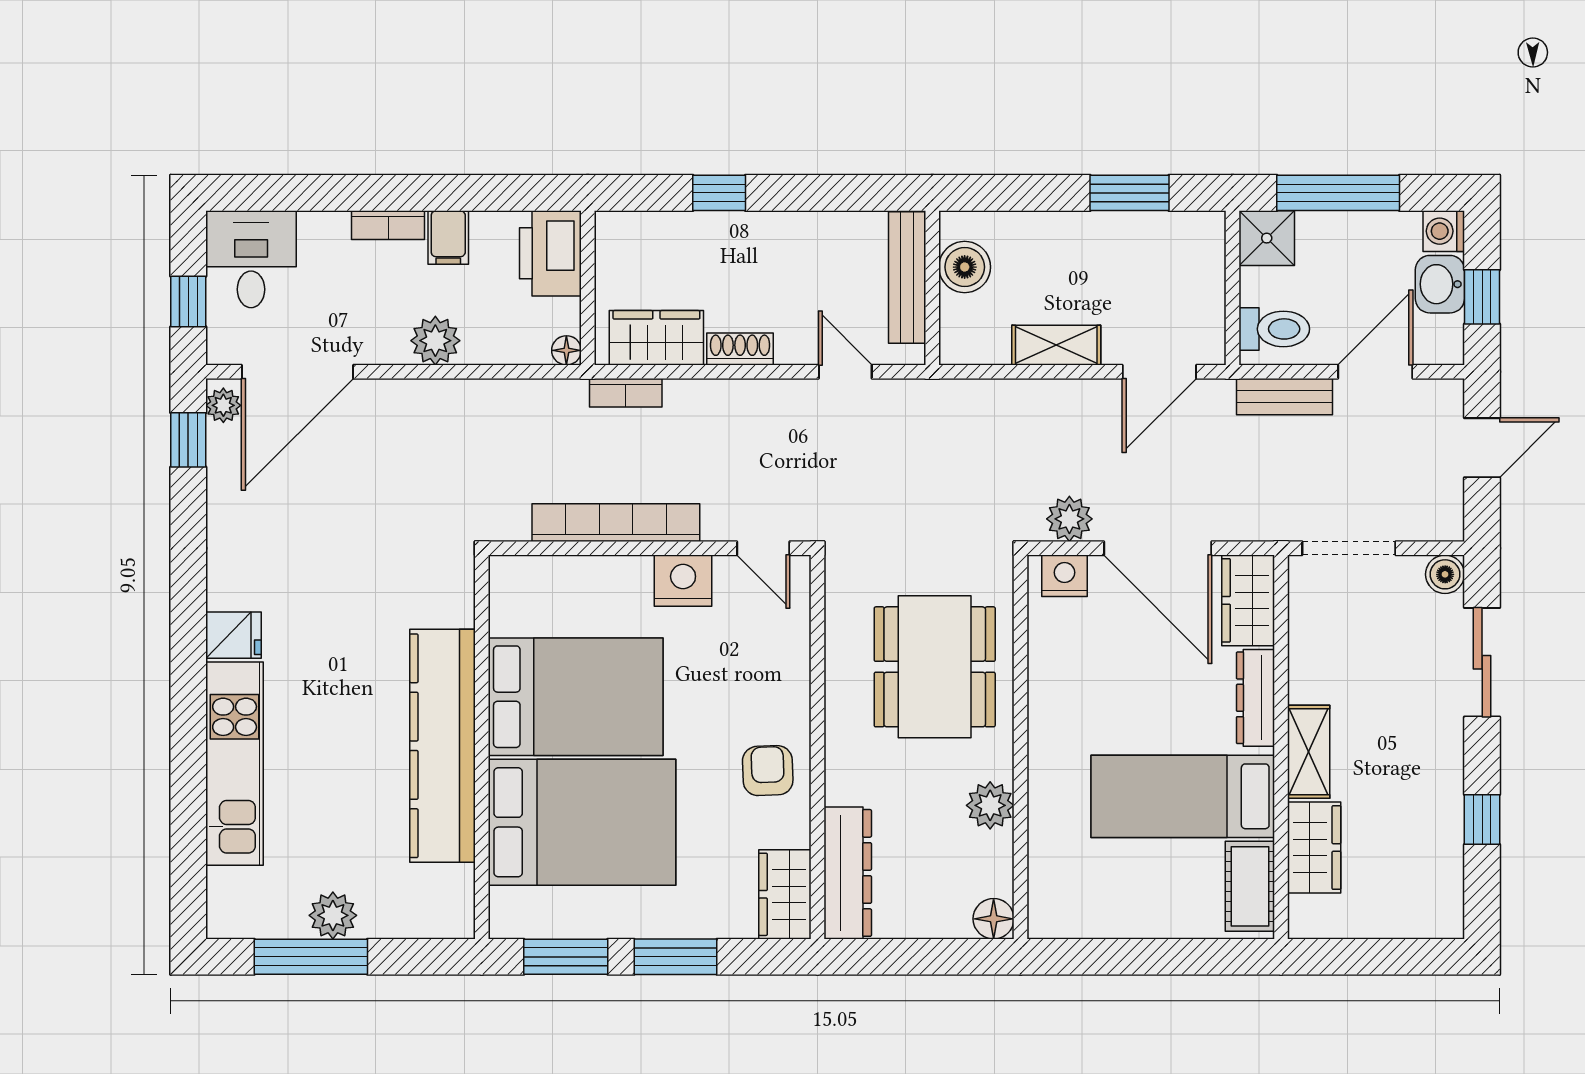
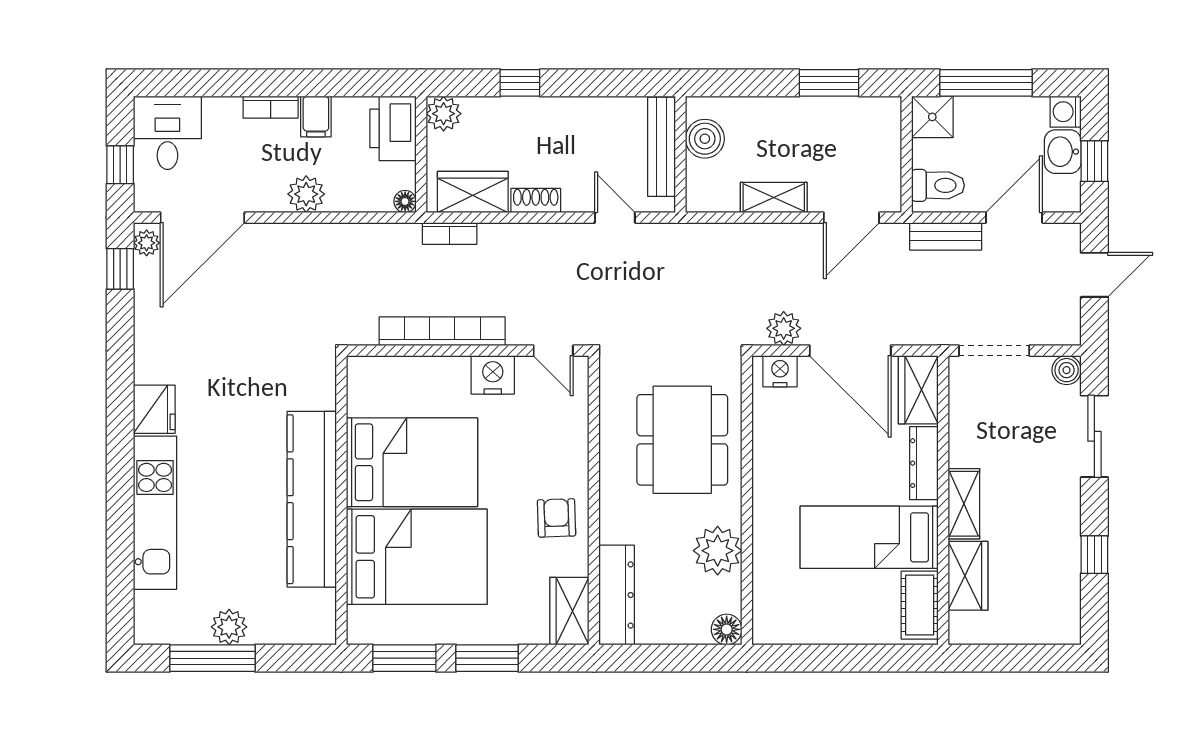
plant: (618, 234) -> (444, 114), added
fridge: (234, 635) -> (154, 409), width x1.38
plant: (990, 805) -> (718, 551), width x1.36, depth x1.36

